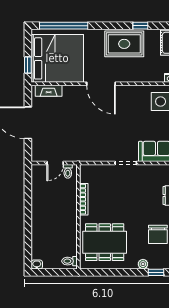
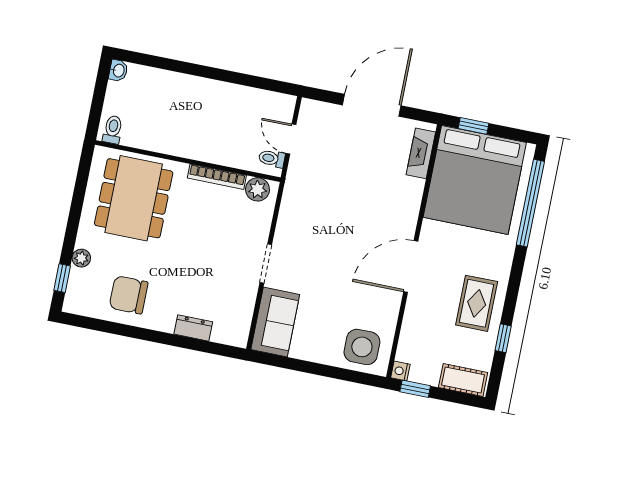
rug: (124, 44) -> (477, 303), width x0.73, depth x0.70
door: (101, 84) -> (411, 267), moved
plant: (86, 176) -> (258, 189), added

